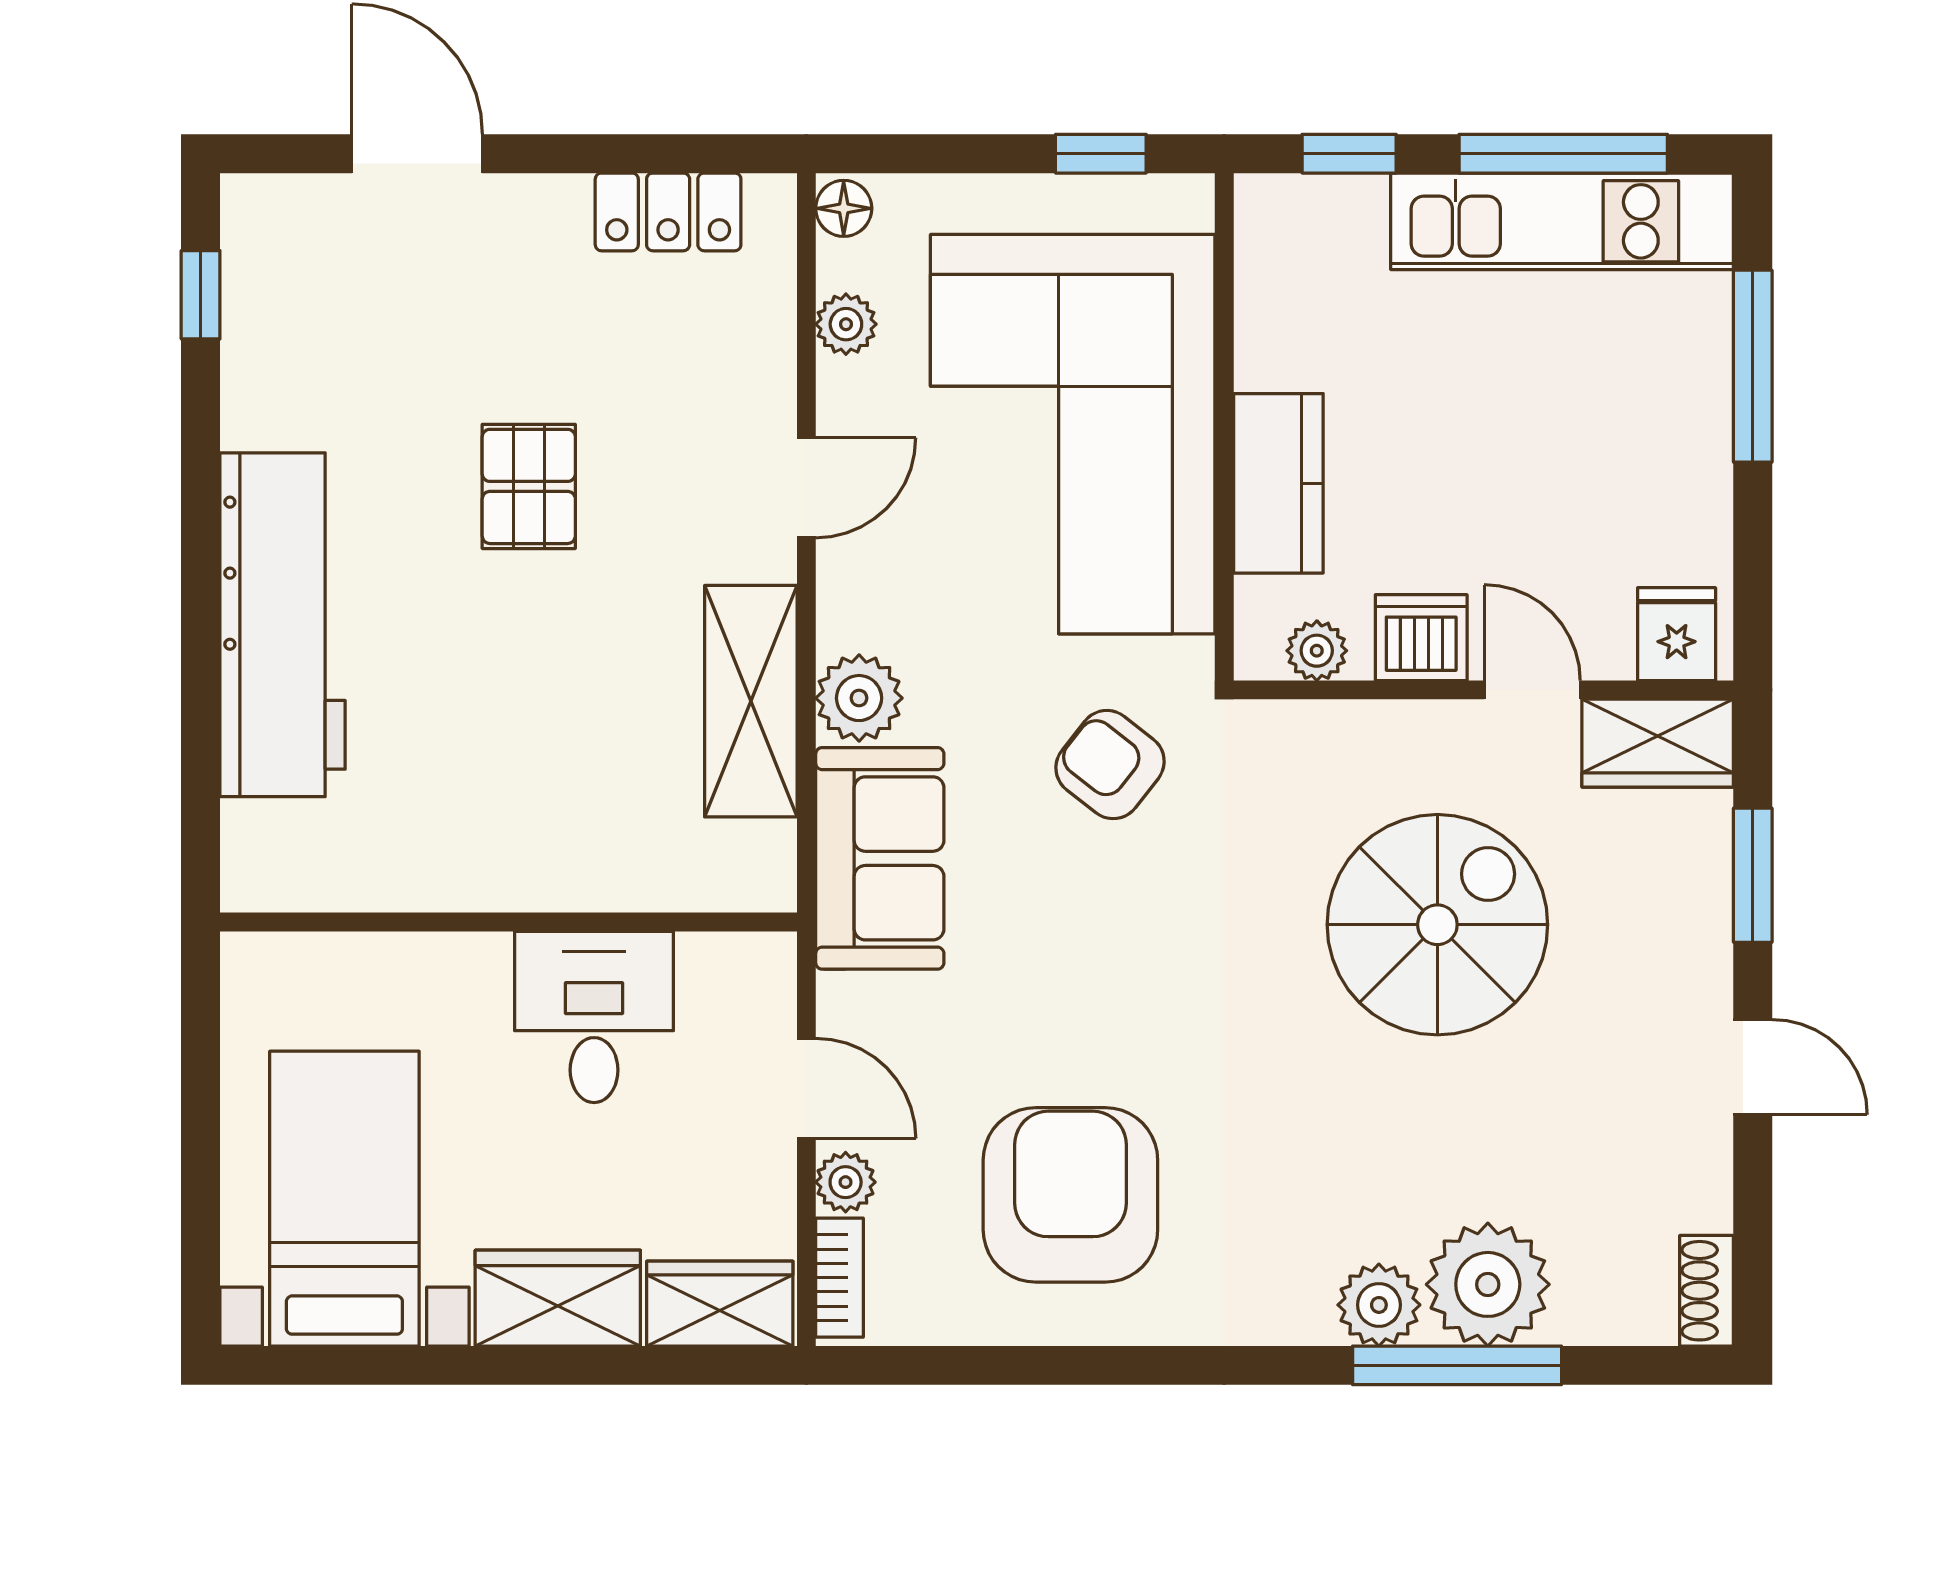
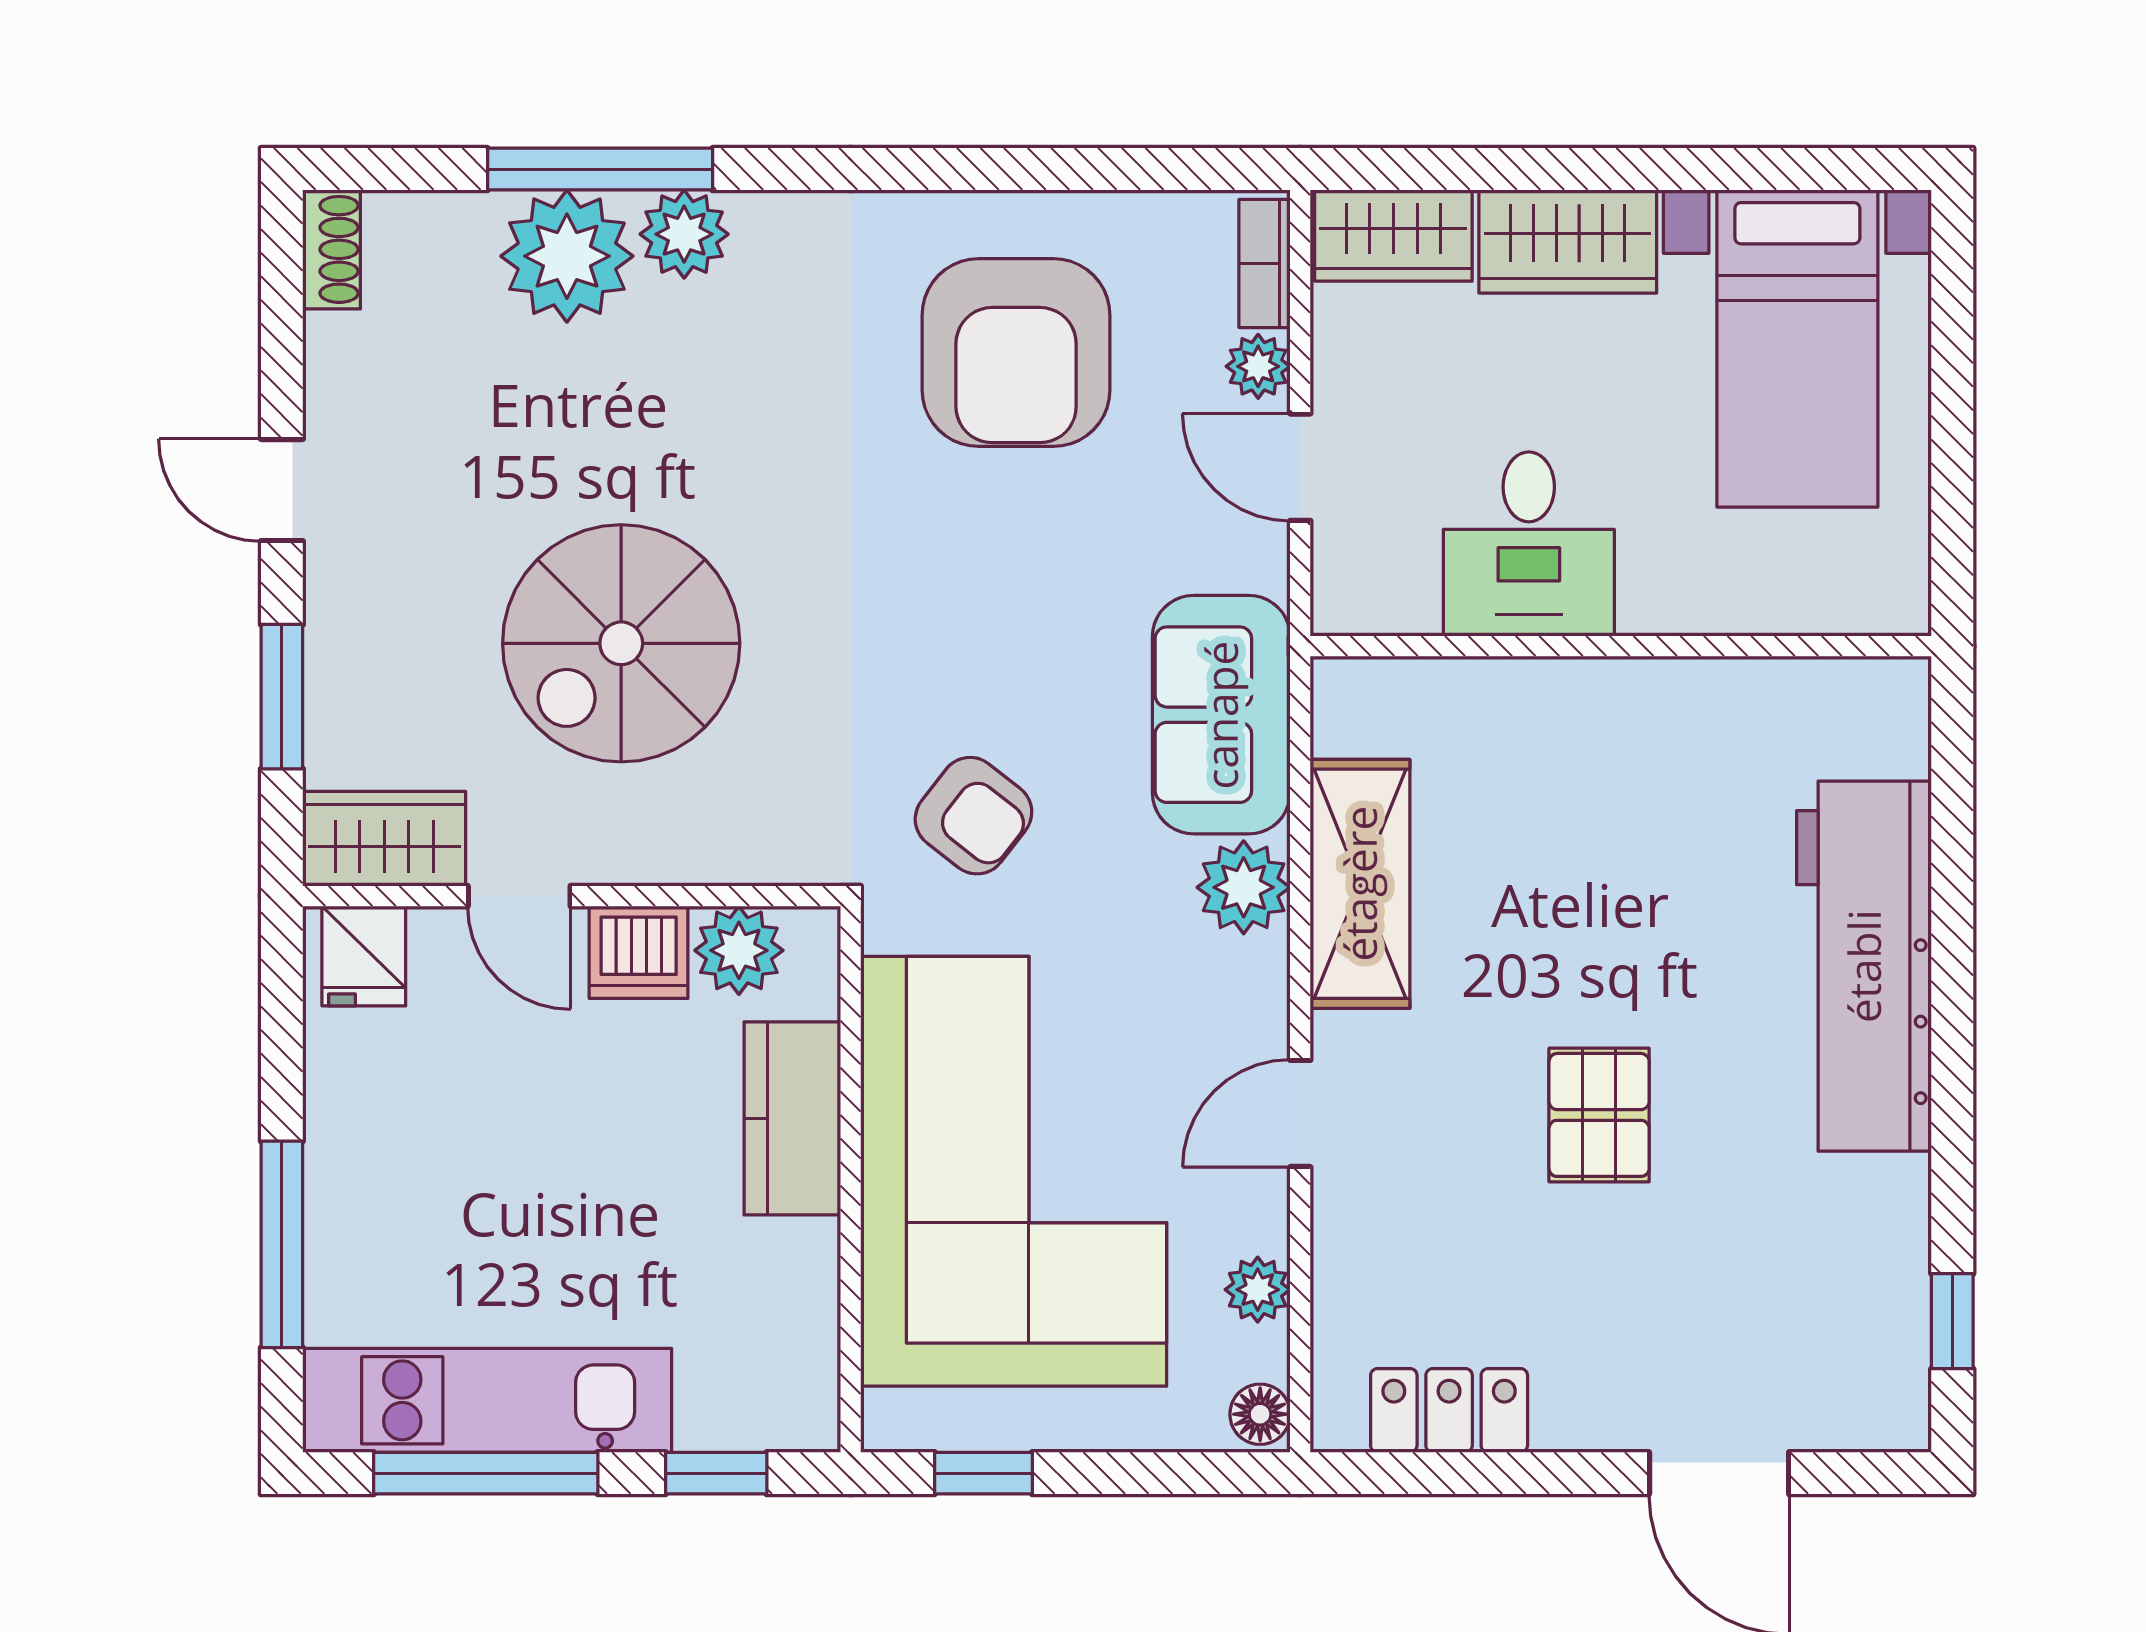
plant: (1317, 651) -> (739, 950), width x1.38, depth x1.38

